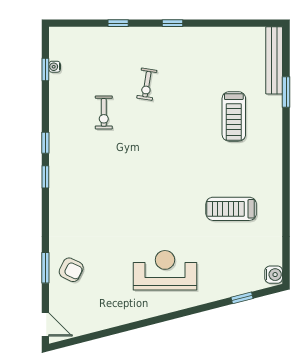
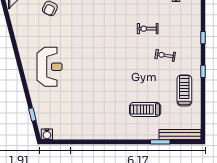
treadmill: (231, 209) -> (184, 90), moved

